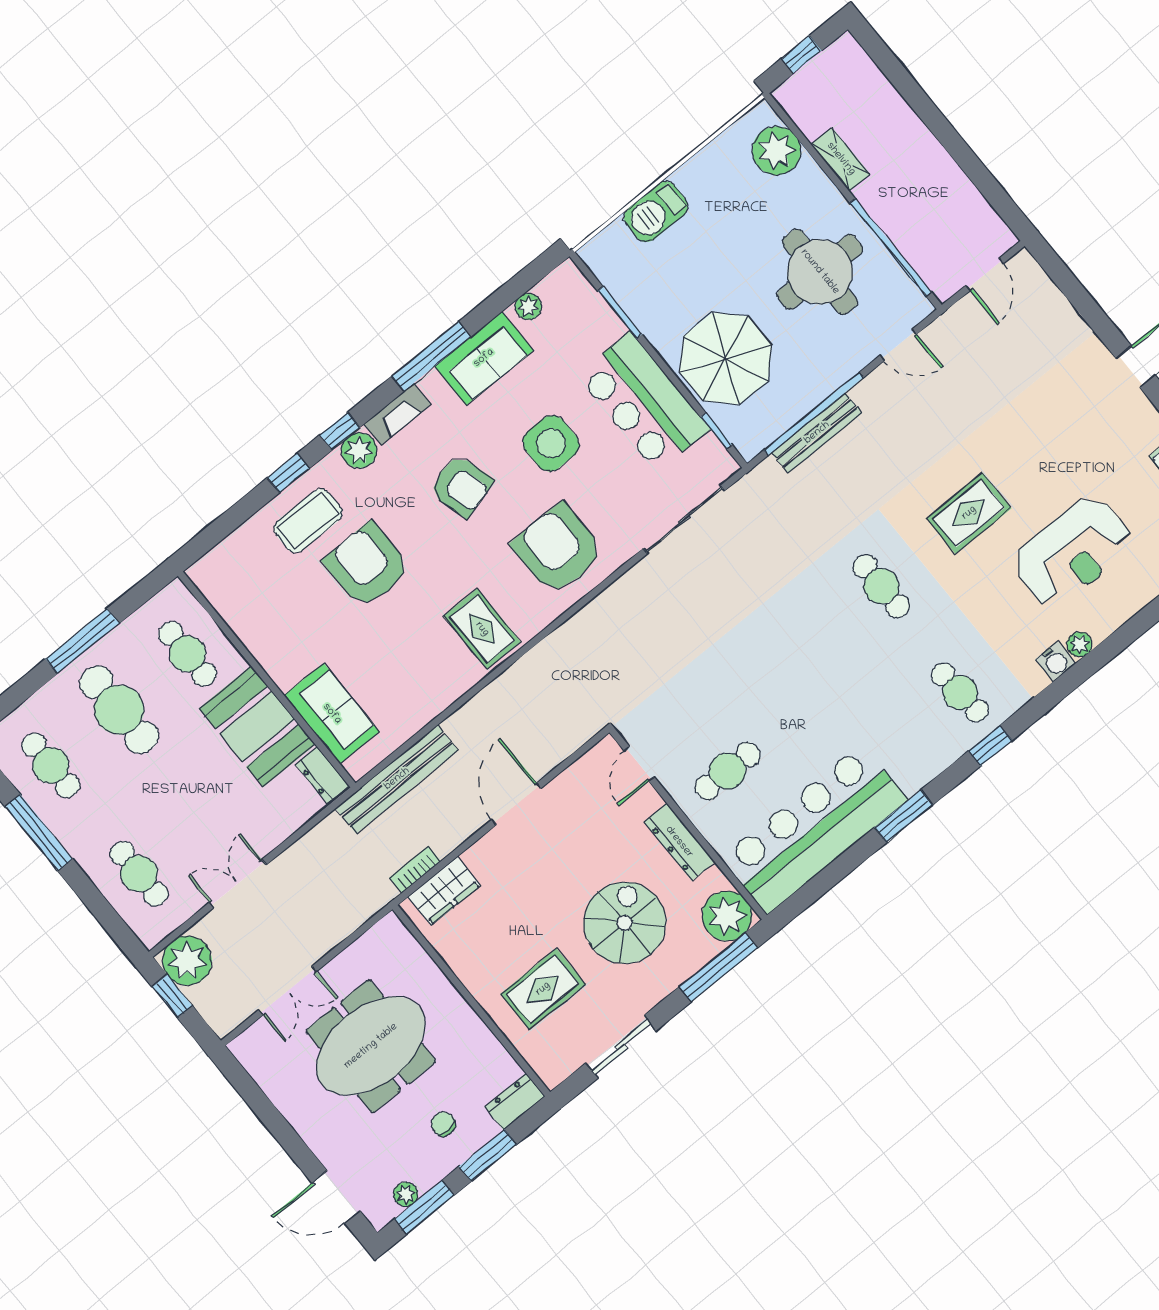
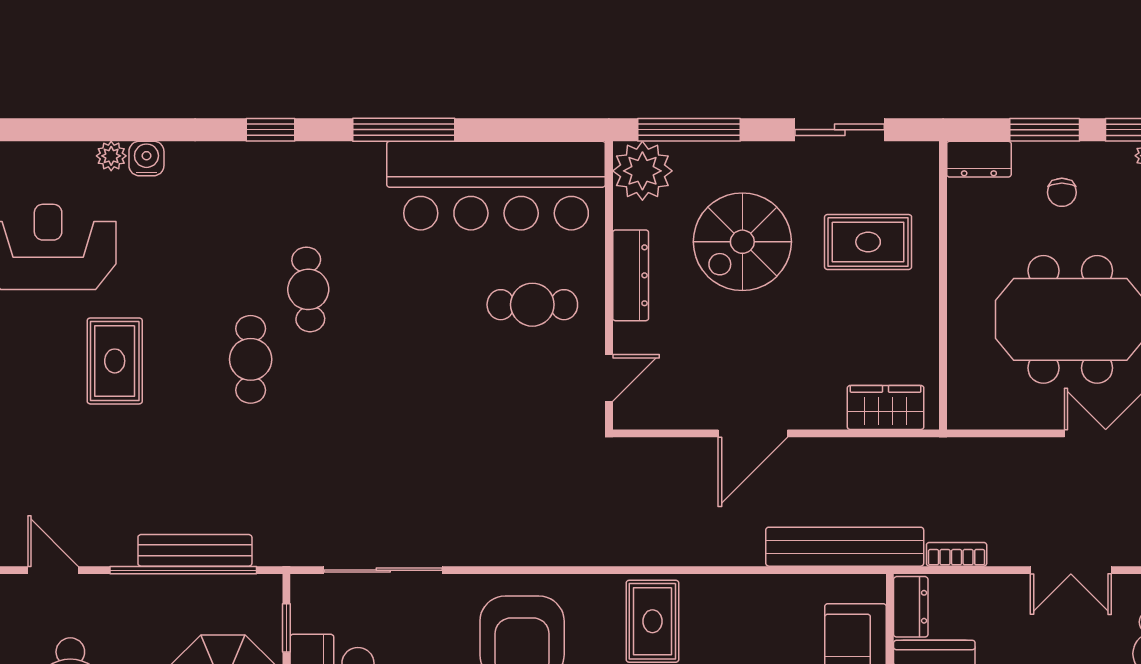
rug: (969, 513) -> (115, 361), turned 90
cafe table: (960, 693) -> (308, 289), moved
window: (904, 816) -> (404, 130), width x1.44
bookcase: (415, 869) -> (957, 554), moved, turned 180

